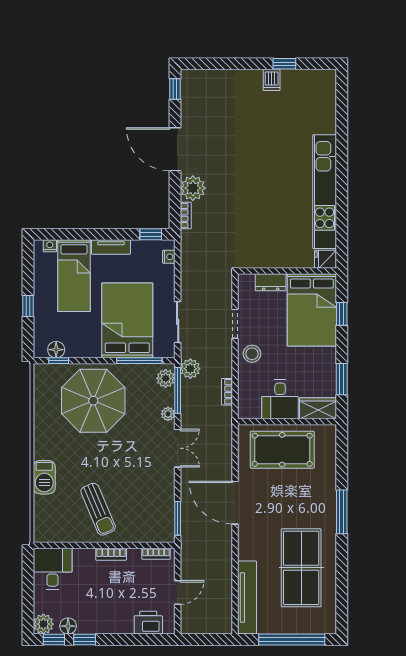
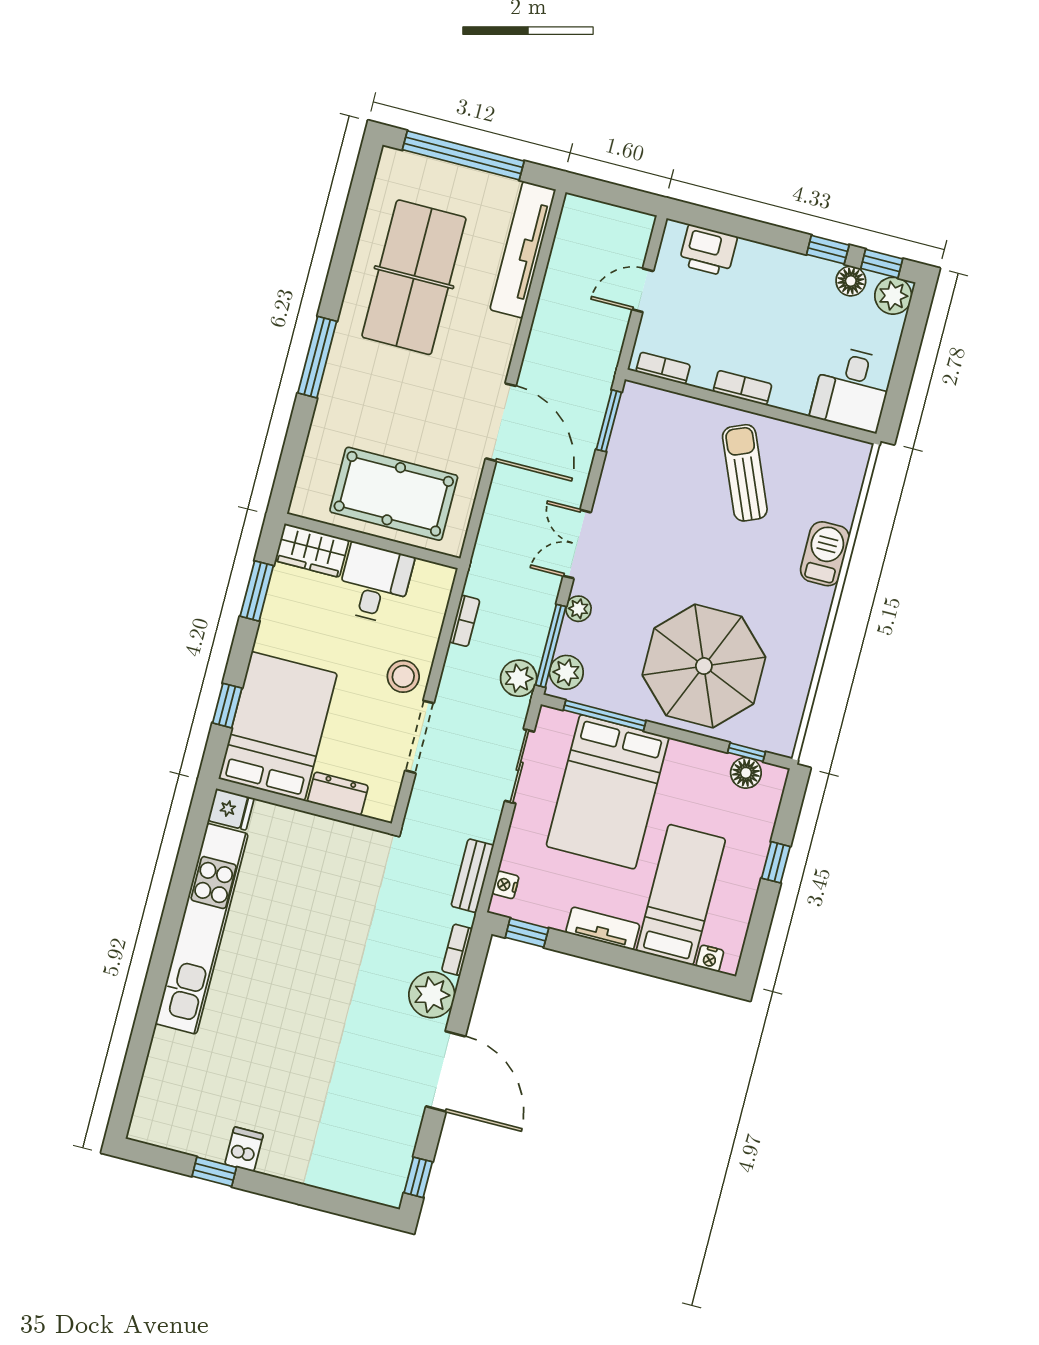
bench: (188, 257) -> (472, 876), added
doorway: (235, 324) -> (419, 737), width x1.38

